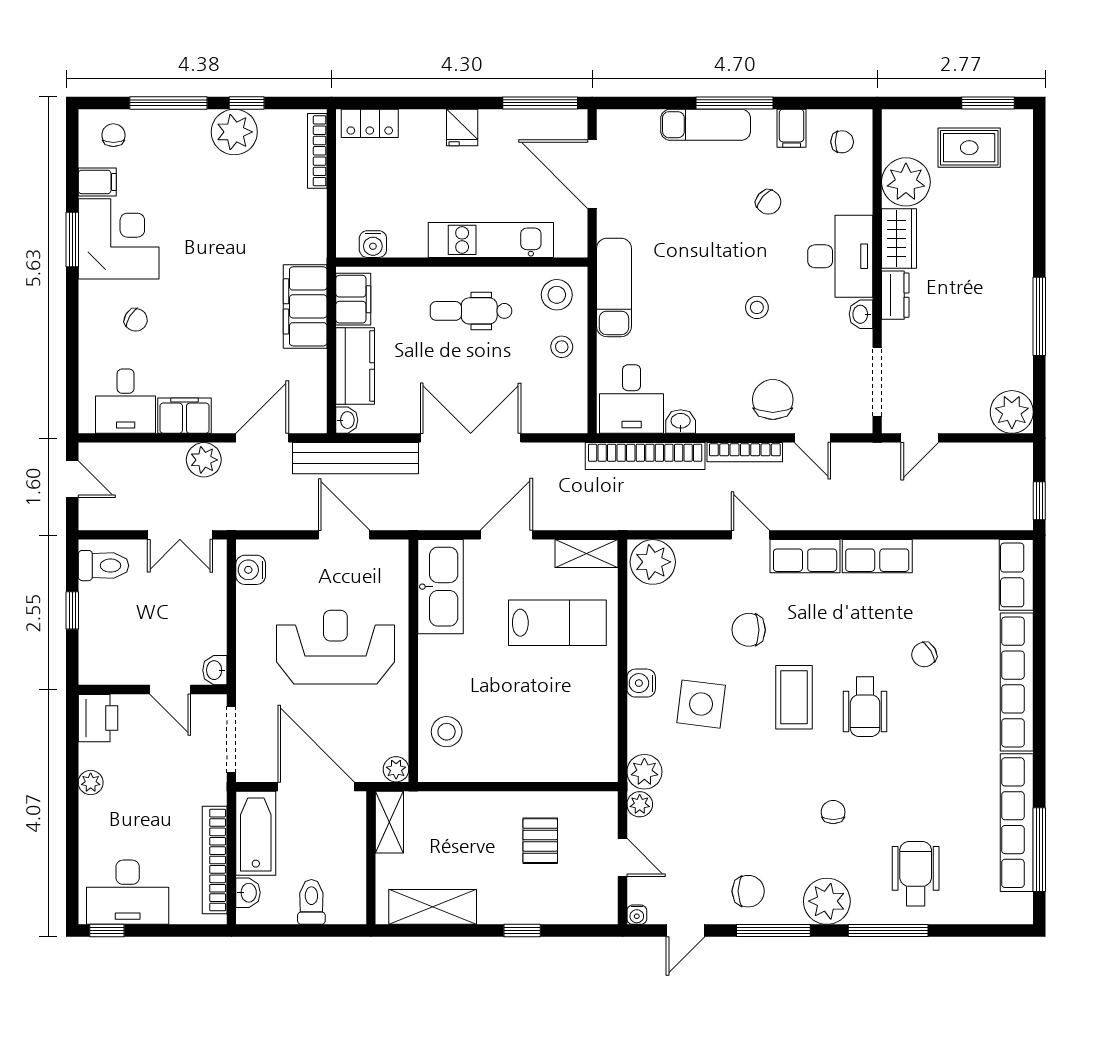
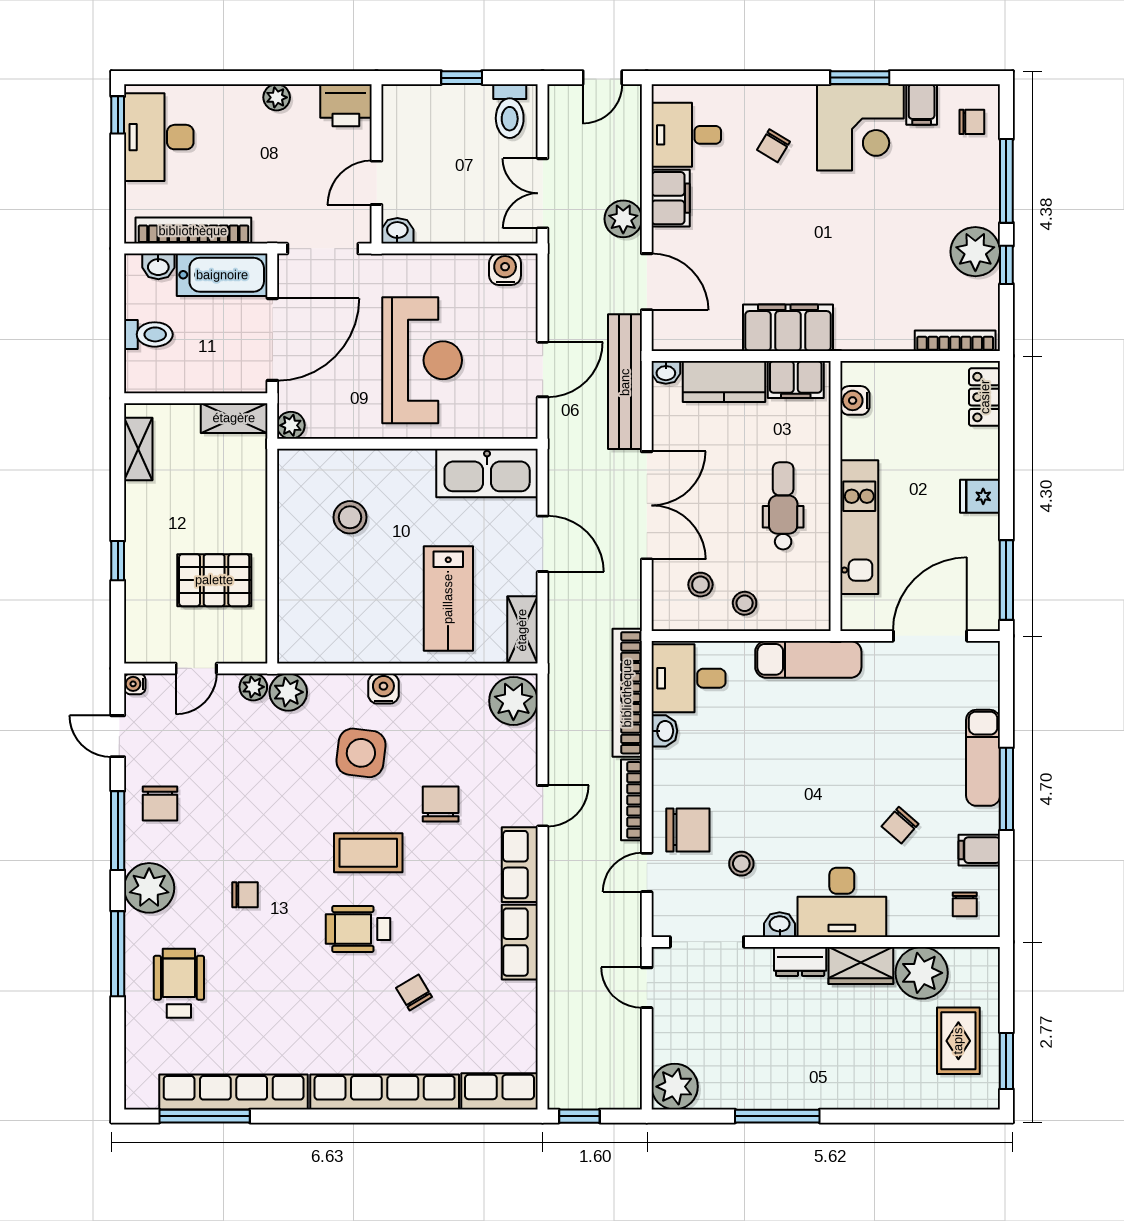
stool: (557, 295) -> (700, 585), moved, width x0.73, depth x0.73
stool: (757, 307) -> (741, 864), moved
stool: (447, 732) -> (350, 517), moved
pallet: (540, 841) -> (214, 580), width x1.50, depth x1.42
wheelchair: (916, 874) -> (179, 983), turned -90
shelving: (433, 907) -> (138, 449), width x0.67, depth x0.75

